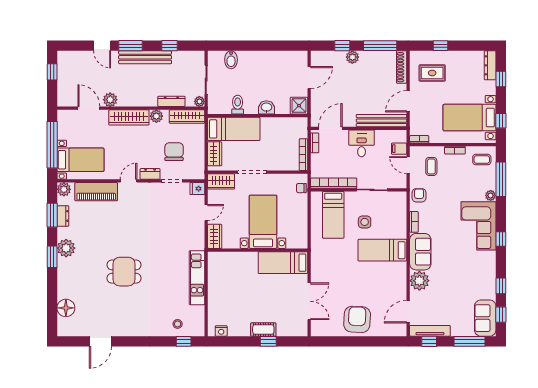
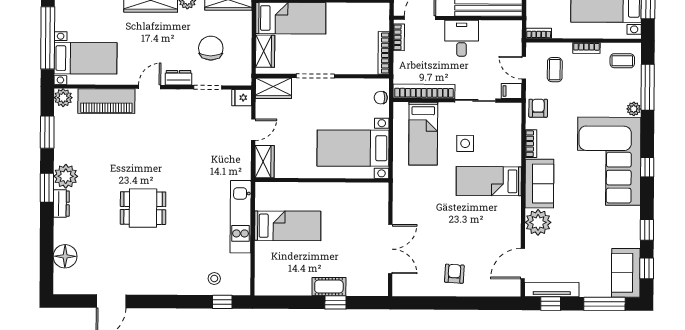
filing cabinet: (399, 149) -> (512, 91), moved
dresser: (63, 216) -> (61, 204), moved
bed with nightstands: (263, 222) -> (353, 148), moved, turned -90
corner sofa: (479, 226) -> (609, 161), width x1.36, depth x1.36
bed: (283, 263) -> (288, 226), moved, turned 180
armchair: (357, 319) -> (454, 274), width x0.53, depth x0.53
nightstand: (221, 331) -> (273, 288), removed

